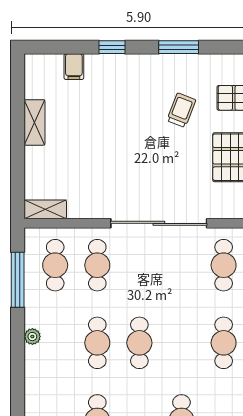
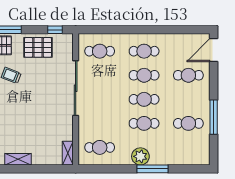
cafe table: (97, 265) -> (144, 75), moved
window: (18, 280) -> (153, 169), moved
plant: (32, 337) -> (140, 156), width x1.87, depth x1.87

